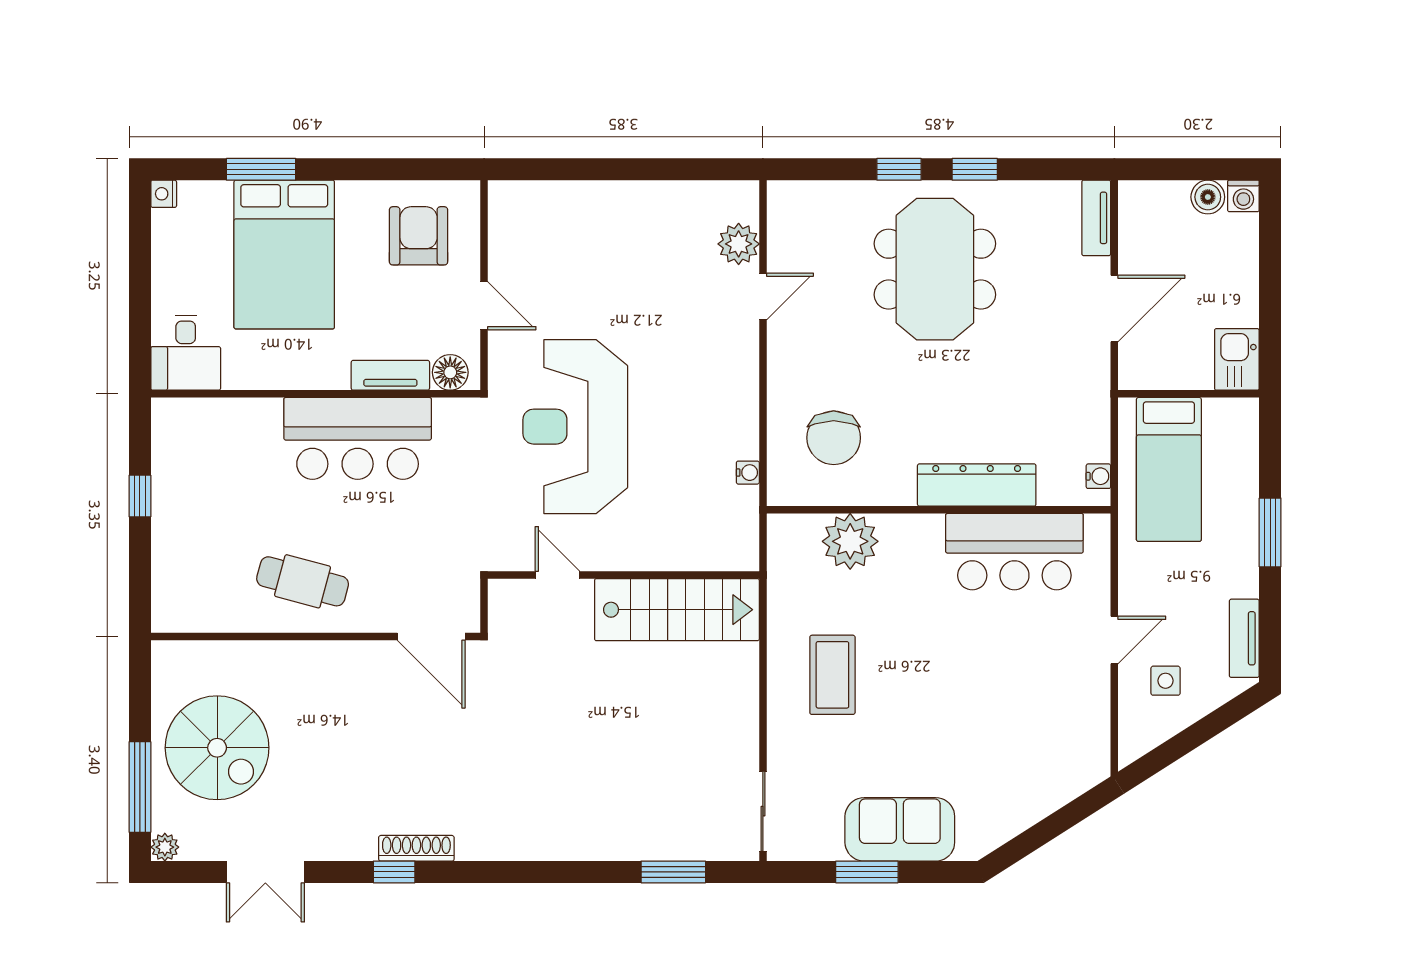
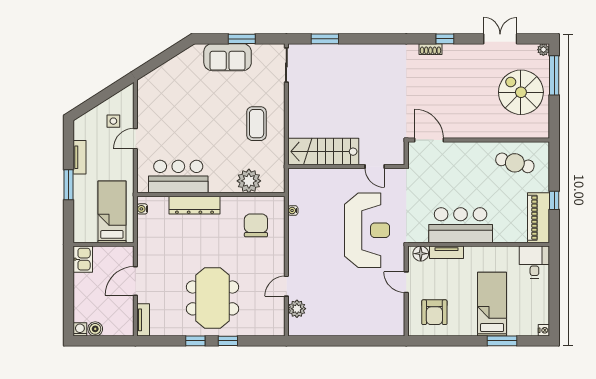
bed: (284, 255) -> (492, 304), width x0.67
piano: (176, 456) -> (539, 218), added
cafe table: (303, 581) -> (515, 163), moved
tv unit: (1244, 638) -> (80, 157), moved
shoe rack: (416, 848) -> (430, 49), width x0.70

